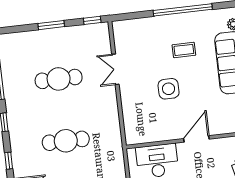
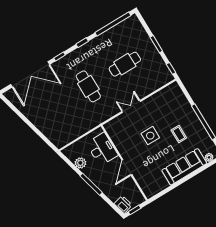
double door: (115, 69) -> (131, 107), moved
cafe table: (59, 79) -> (125, 64), turned 90
door: (196, 139) -> (127, 167), swing flipped

